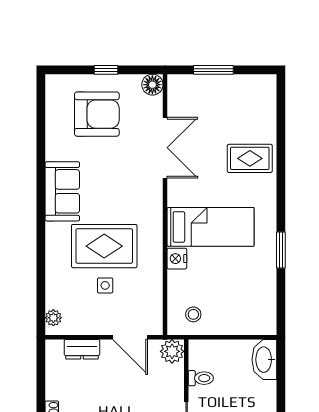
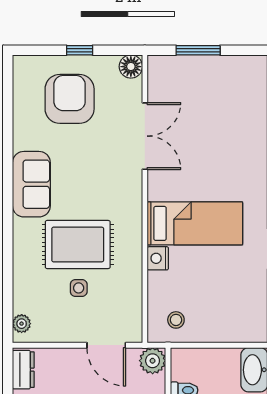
armchair: (97, 114) -> (70, 99), turned -90
rug: (250, 158) -> (238, 148), removed
dresser: (82, 349) -> (23, 370), moved, turned -90

